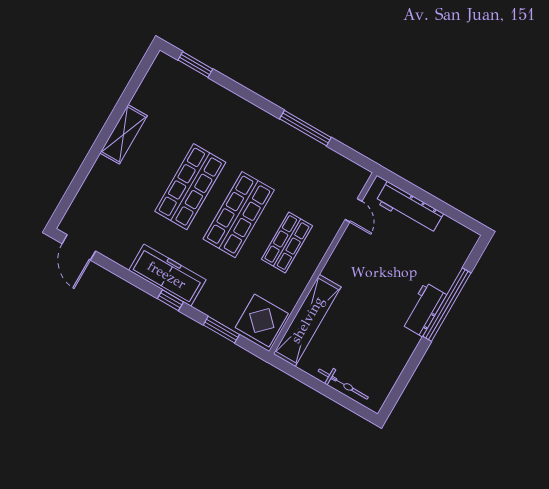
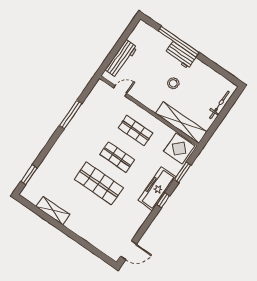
shelving: (124, 134) -> (53, 211), moved
shop shelf: (239, 215) -> (117, 157), width x0.70, depth x0.74
freezer: (167, 275) -> (157, 189), moved
stool: (374, 301) -> (173, 83), added

